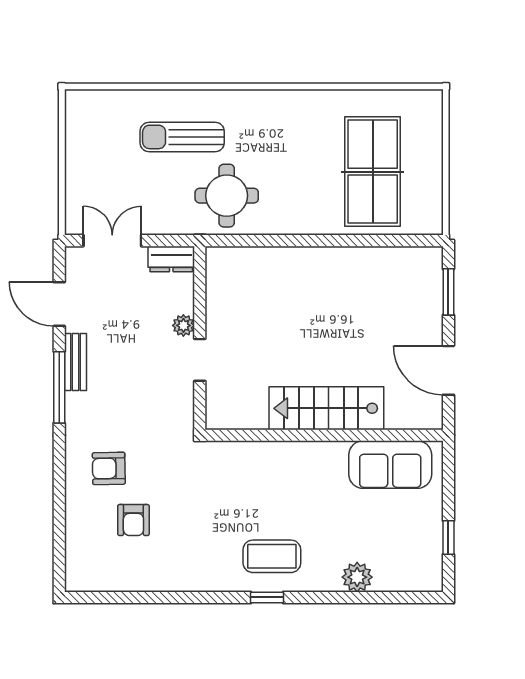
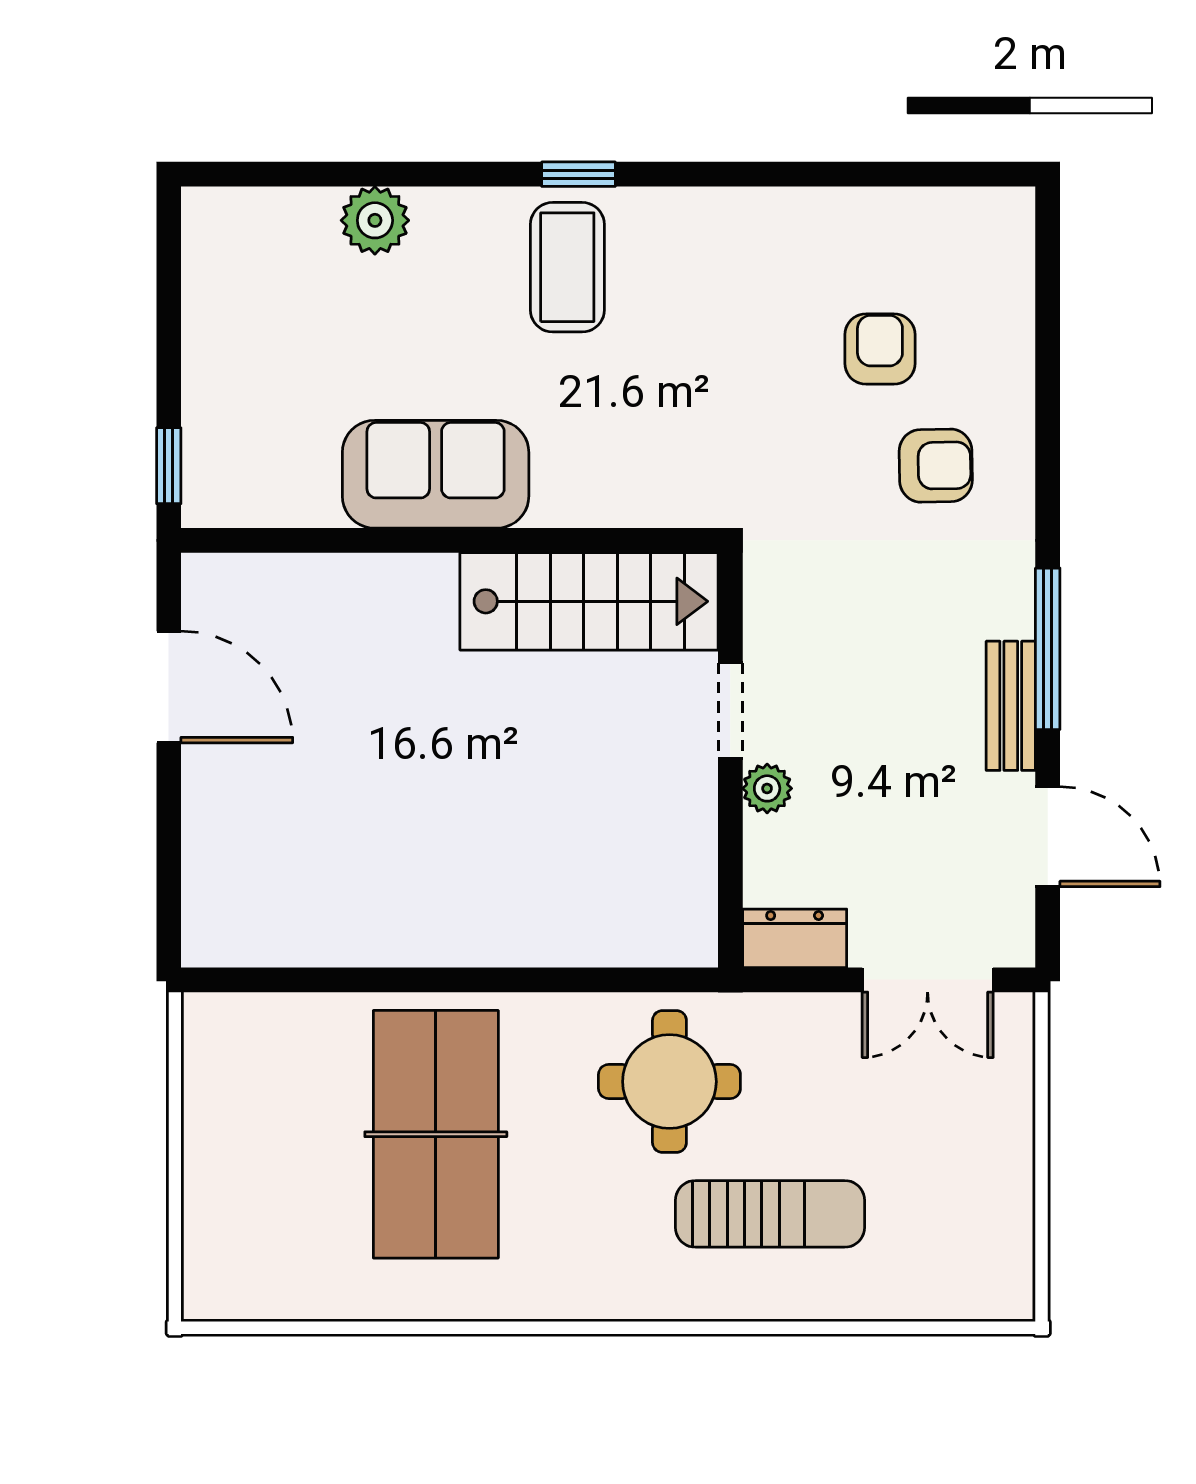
table tennis table: (373, 172) -> (436, 1134), moved
window: (448, 292) -> (169, 864), removed
stairs: (326, 408) -> (589, 601), moved
sofa: (390, 465) -> (436, 474), moved
window: (448, 538) -> (169, 466), moved
coffee table: (272, 556) -> (567, 267), turned 90

